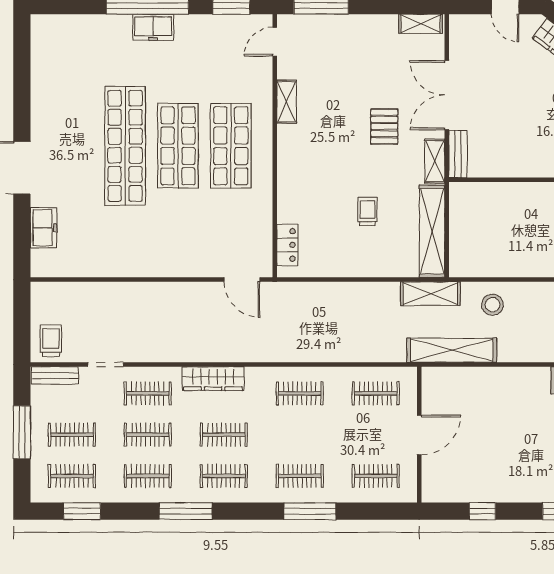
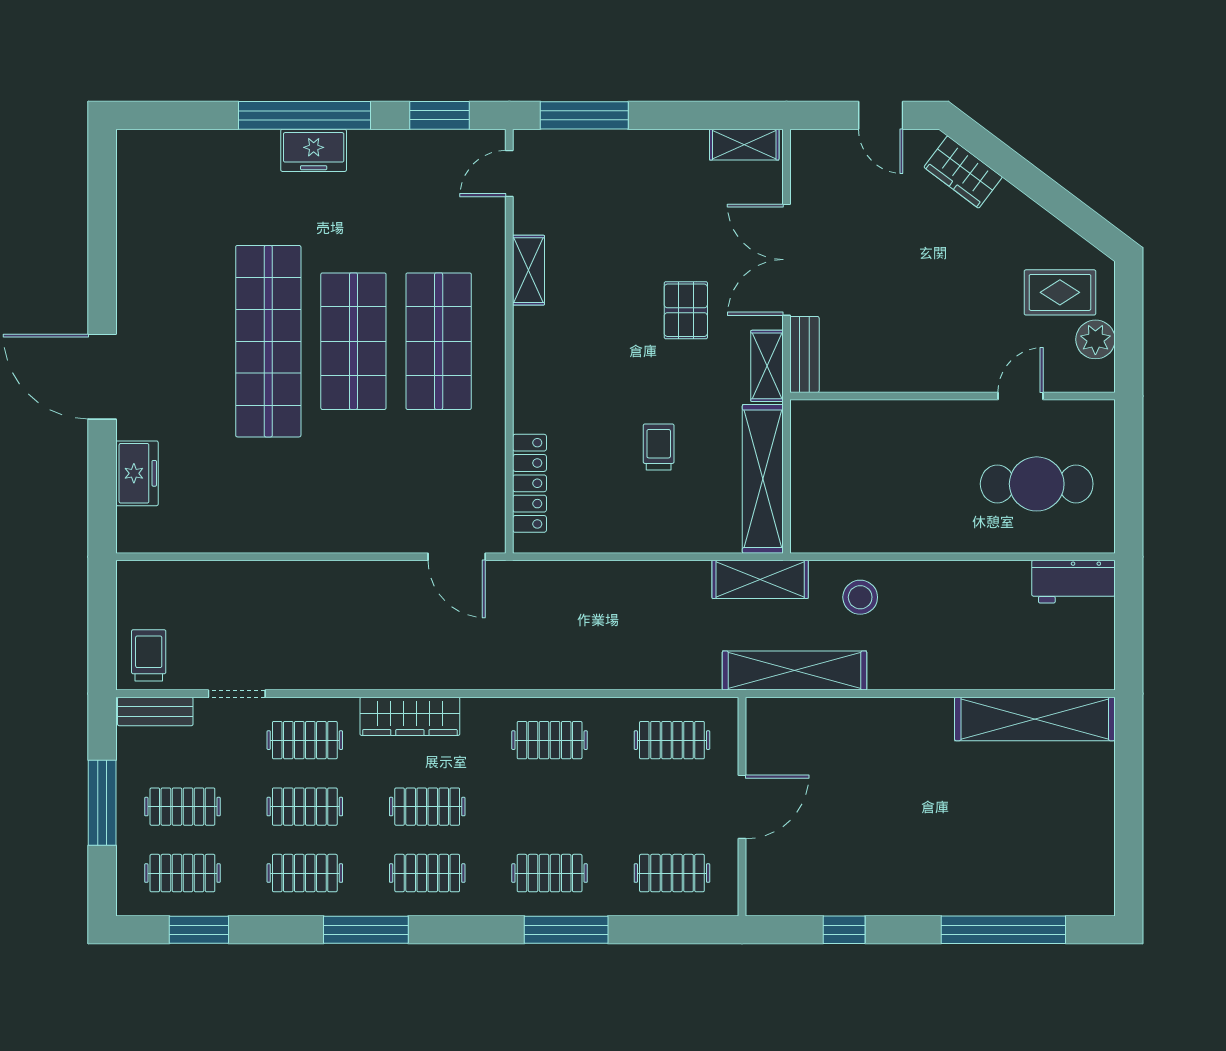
locker: (287, 245) -> (530, 483), width x1.53

